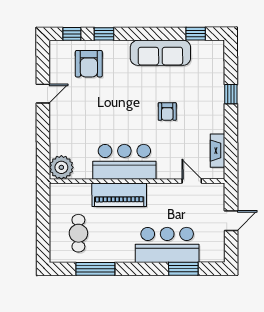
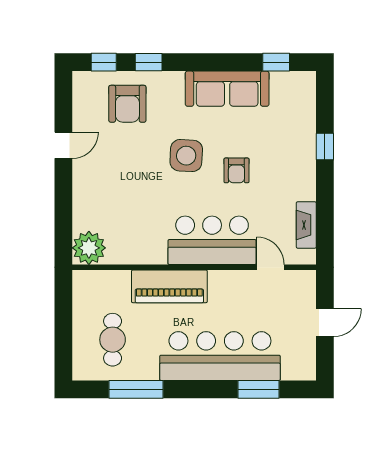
side table: (131, 101) -> (186, 156), added
bar counter: (124, 162) -> (212, 240), moved
bar counter: (167, 245) -> (220, 356), width x1.36

